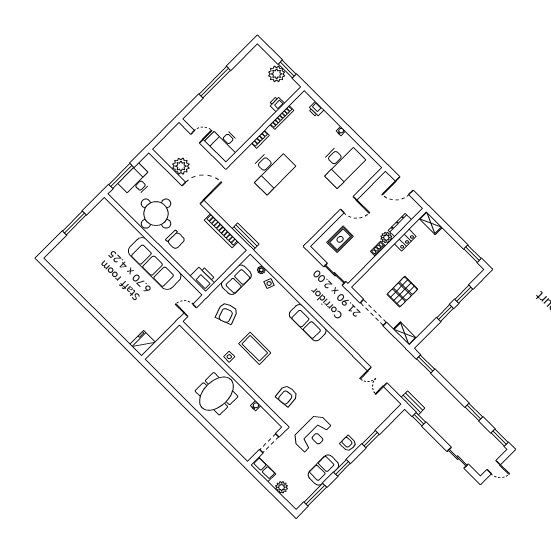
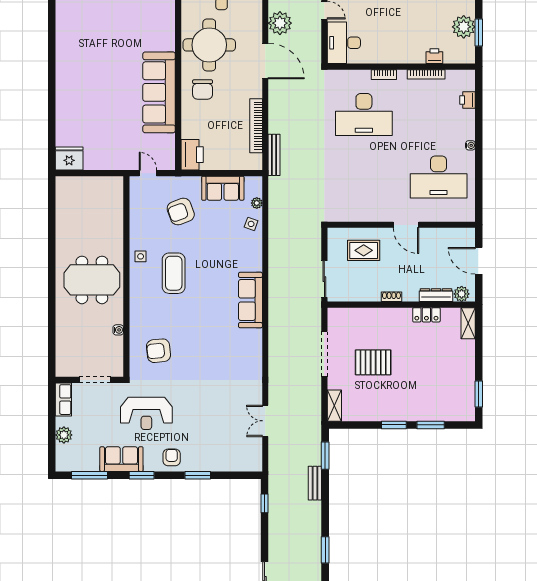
plant: (386, 238) -> (462, 294), moved
bench: (413, 403) -> (315, 483), moved

